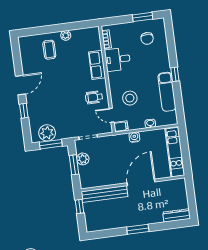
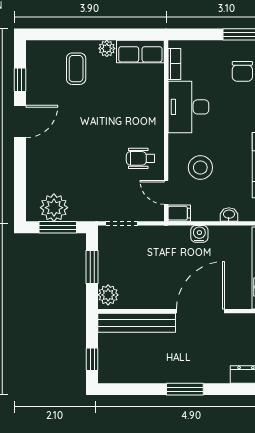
desk: (118, 59) -> (188, 107), width x1.37
row of seats: (97, 65) -> (140, 52), moved, turned -90
window: (24, 111) -> (20, 80), moved
plant: (83, 159) -> (108, 295), moved
window: (79, 206) -> (92, 359), moved

